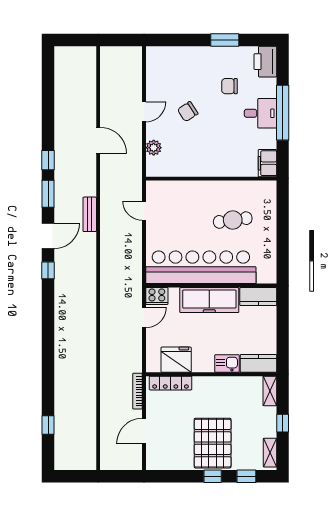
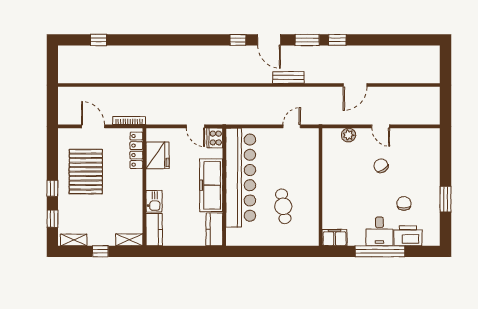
printer: (265, 62) -> (408, 236), moved
pallet: (213, 443) -> (86, 172), moved, turned 90

